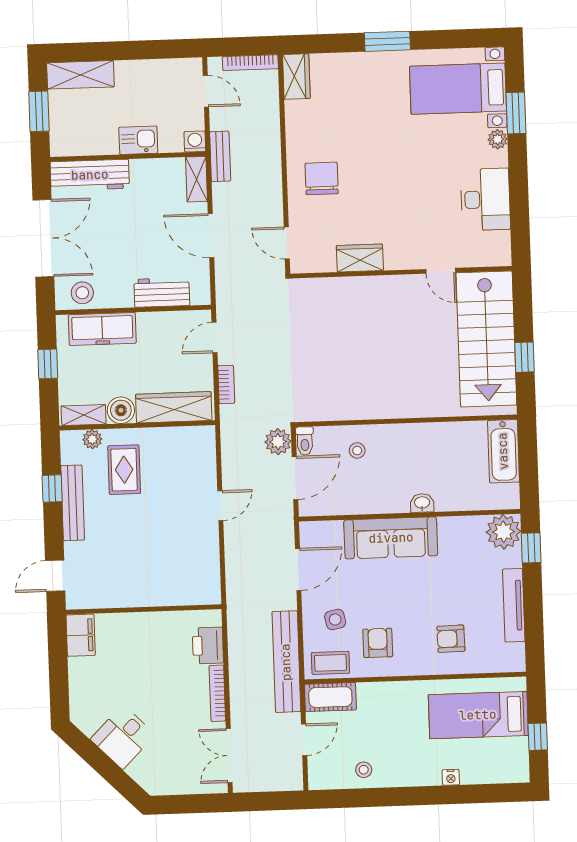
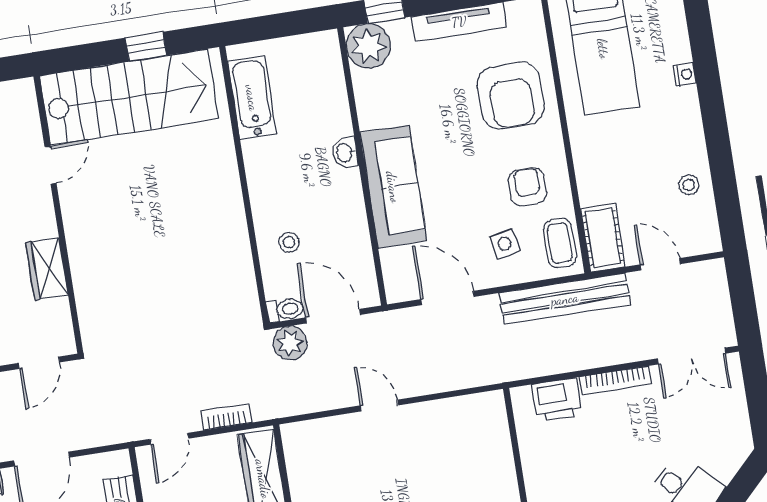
door: (214, 338) -> (169, 439), hinge flipped
bathtub: (503, 451) -> (252, 98), moved, turned -90
armchair: (451, 639) -> (511, 96), width x1.88, depth x1.88
armchair: (378, 643) -> (527, 187), turned 90

